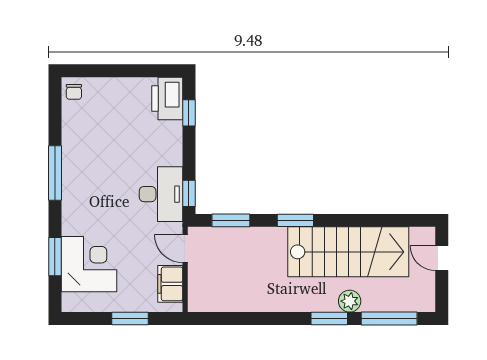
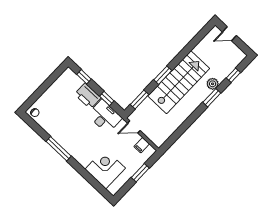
printer: (167, 98) -> (88, 96), moved
window: (189, 193) -> (107, 98), moved
stairs: (348, 252) -> (179, 82), moved
window: (55, 257) -> (90, 179), removed
filing cabinet: (170, 284) -> (142, 145), width x0.50
window: (389, 319) -> (233, 75), width x0.46

